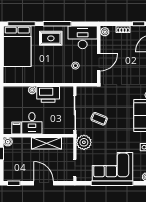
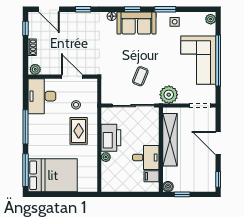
rug: (51, 38) -> (79, 131), moved
shelving: (47, 143) -> (170, 140), width x1.47
door: (44, 183) -> (218, 143), hinge flipped

